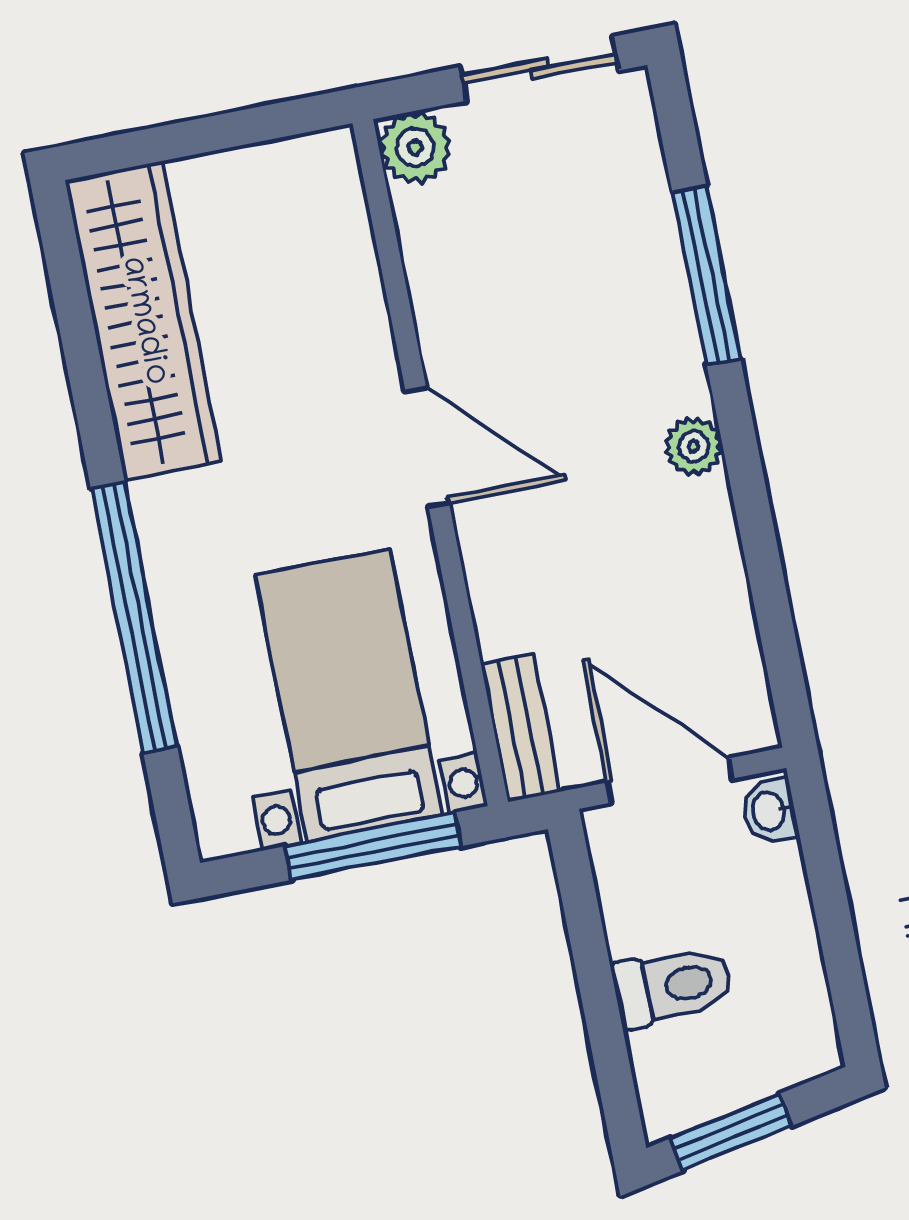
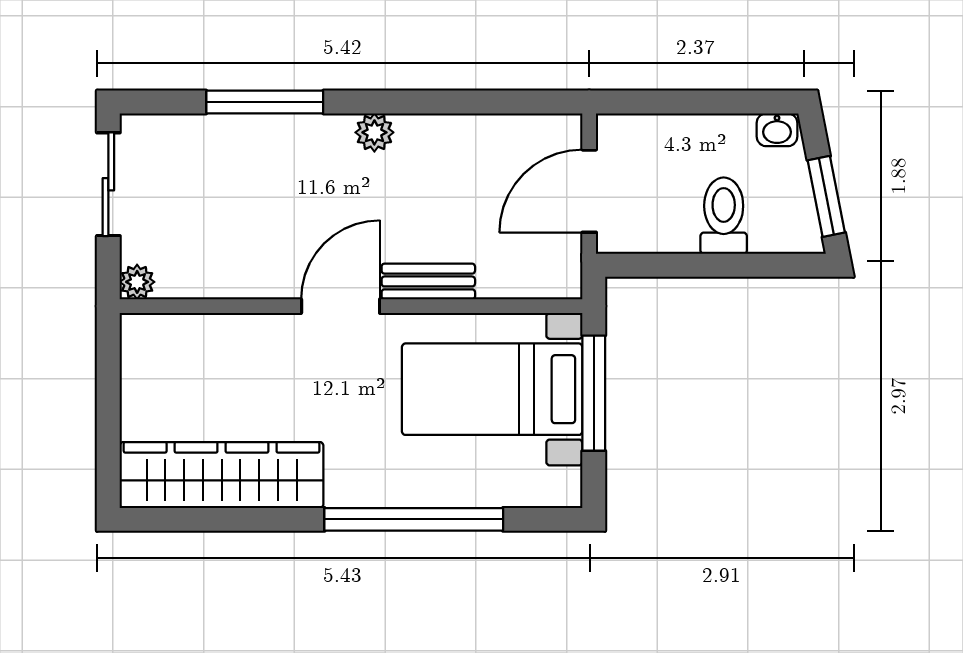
plant: (415, 147) -> (137, 282), width x0.73, depth x0.73
bench: (521, 728) -> (428, 281), moved
washbasin: (770, 811) -> (777, 130), moved

